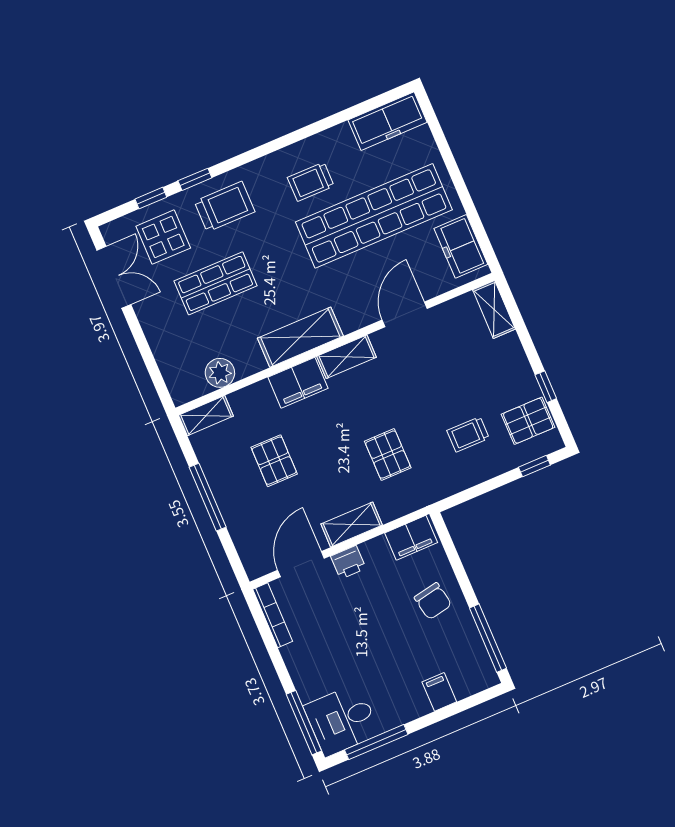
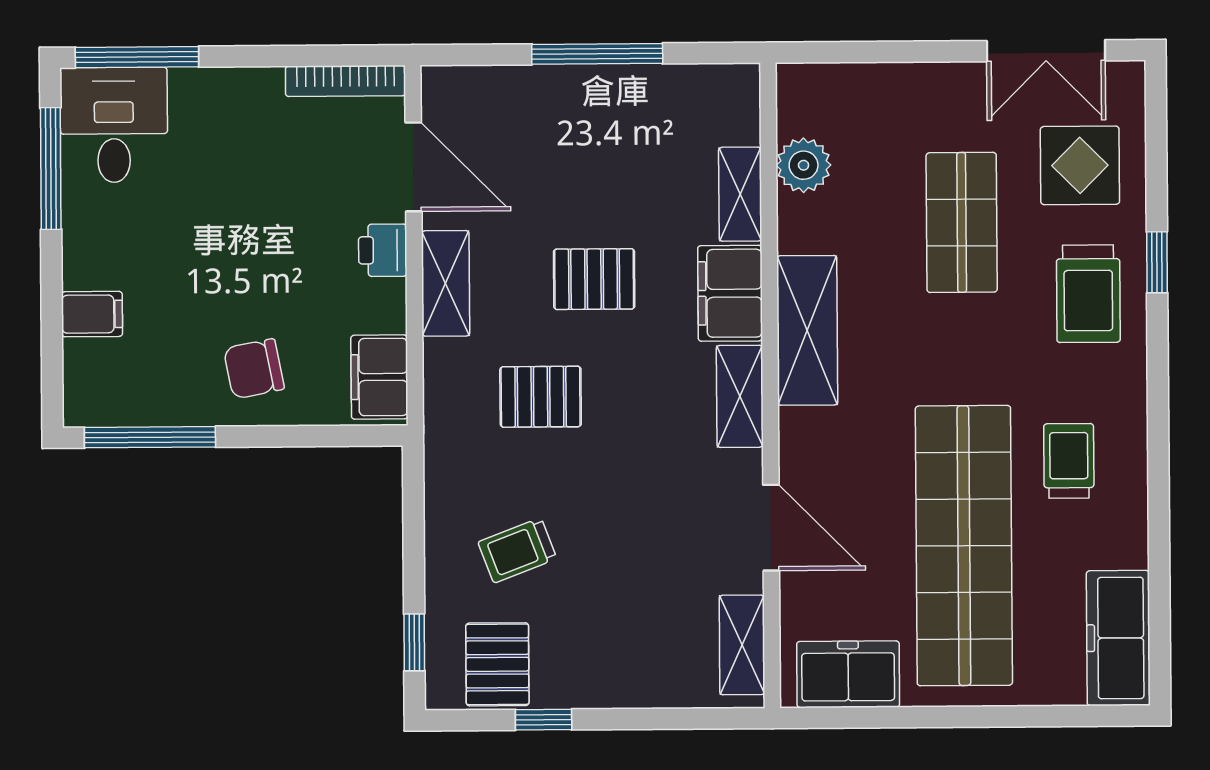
window: (151, 198) -> (1156, 172), removed
shelving: (494, 309) -> (742, 645), moved, turned 90
shelving: (206, 416) -> (740, 194), moved
trolley: (468, 434) -> (517, 550), turned -111
pallet: (274, 461) -> (594, 279), moved

